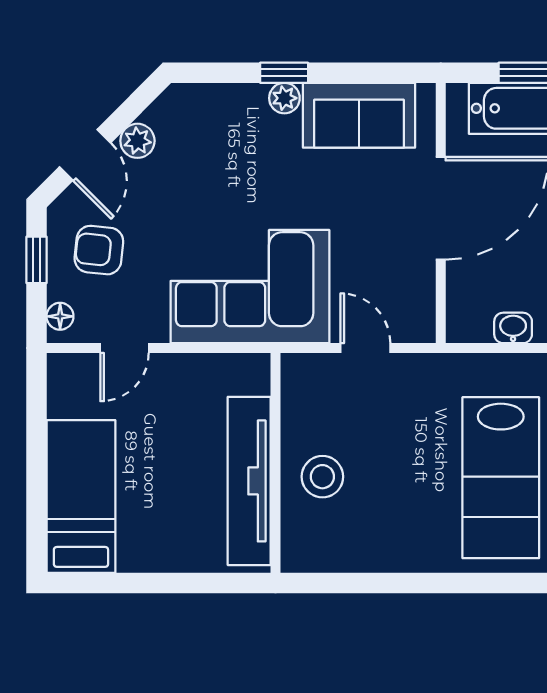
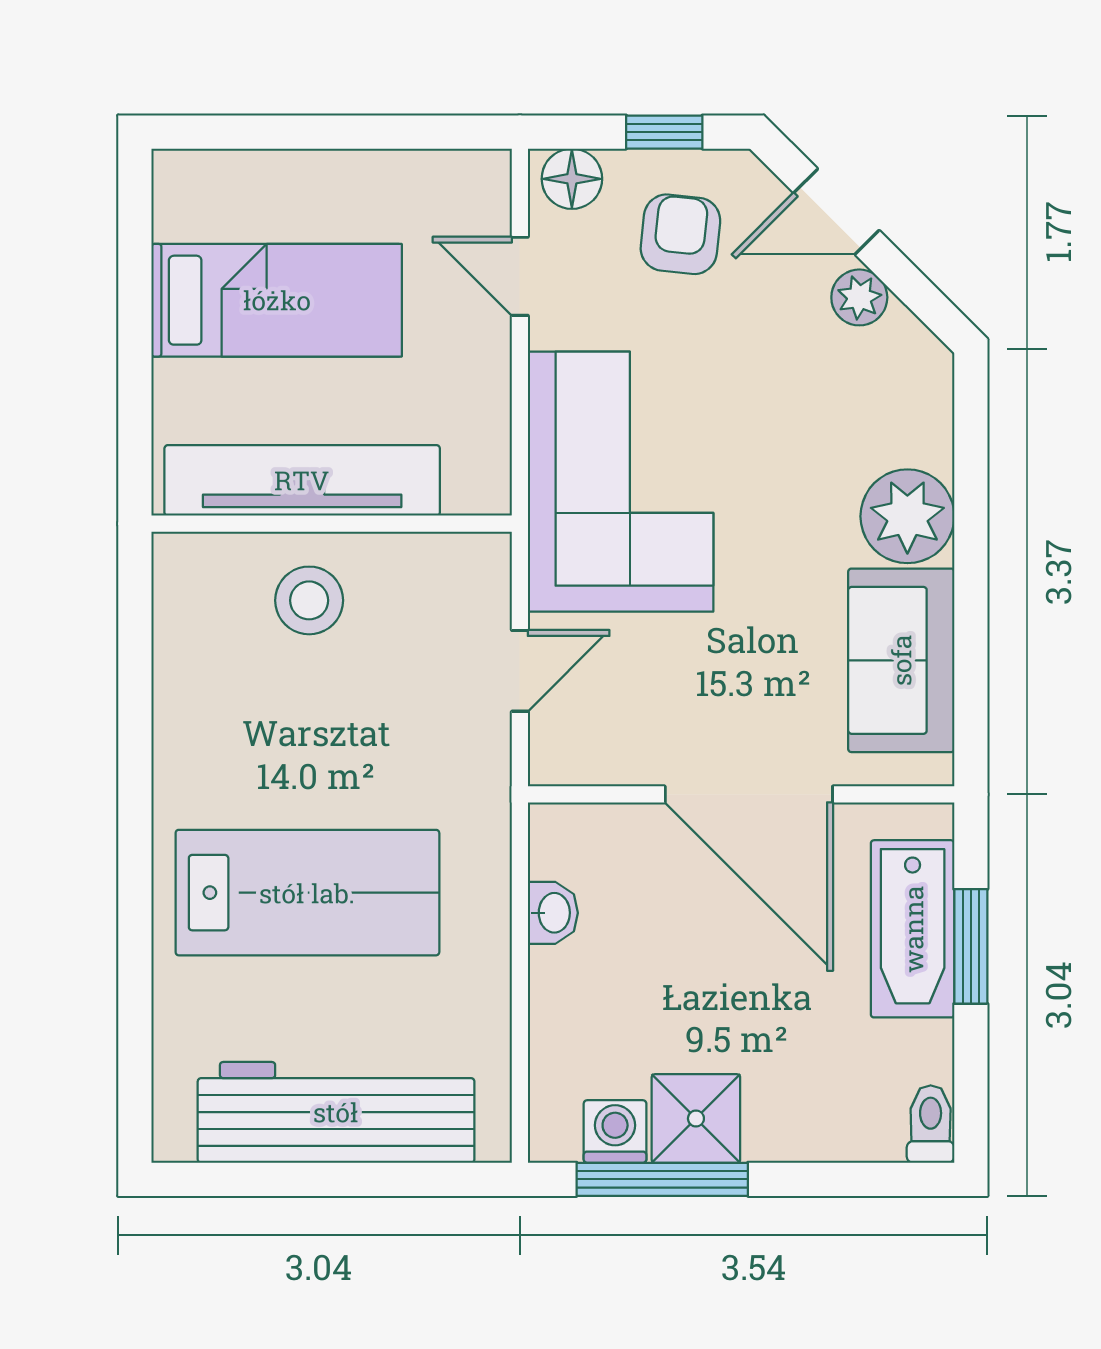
window: (284, 73) -> (971, 538), removed
plant: (284, 98) -> (907, 516), width x1.87, depth x1.87
floor lamp: (60, 316) -> (572, 179), width x1.37, depth x1.37
lab bench: (501, 478) -> (307, 893), turned 180
bed: (81, 497) -> (277, 300), moved

